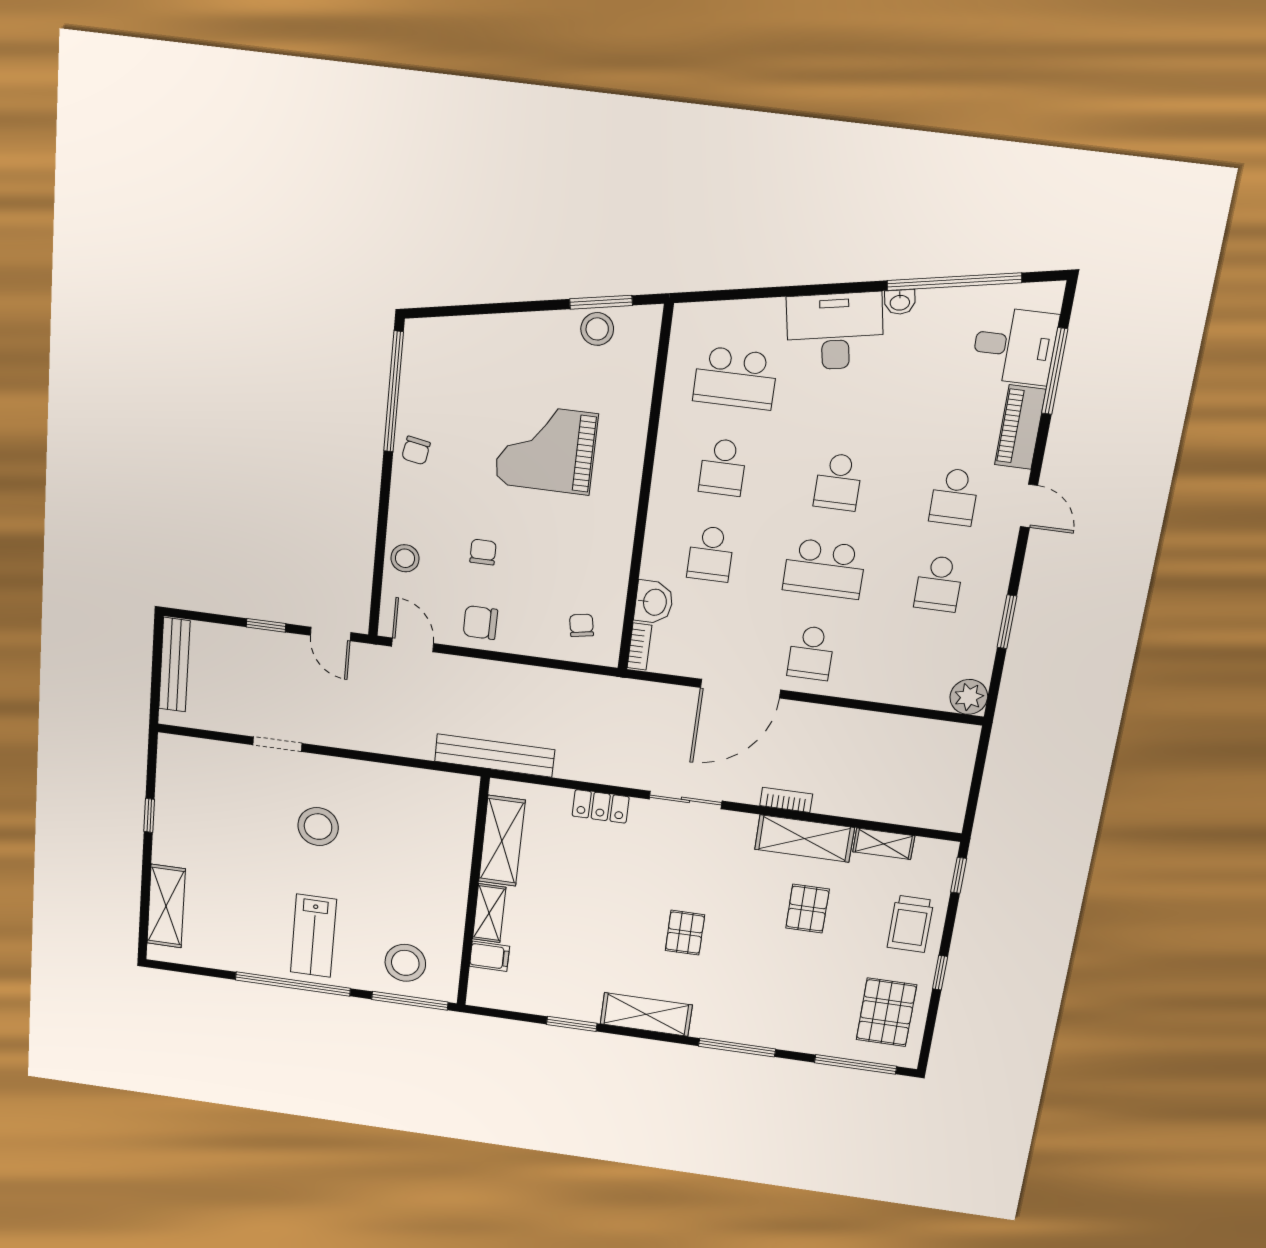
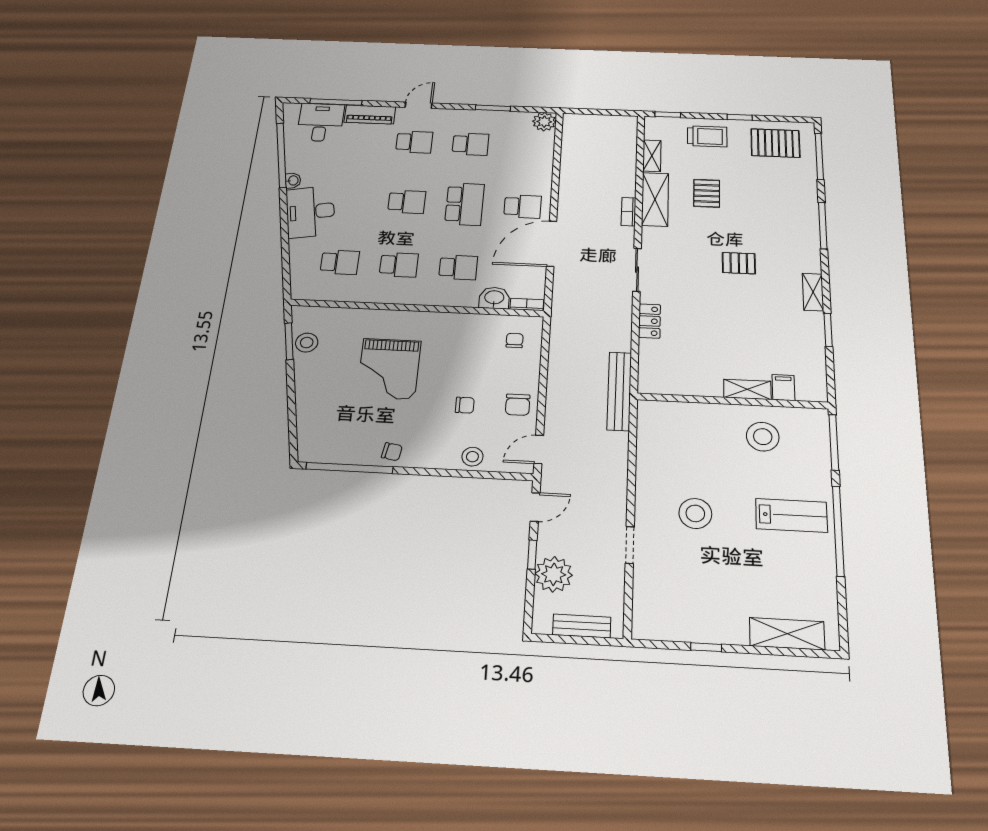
school desk: (735, 378) -> (340, 262), width x0.54
chair: (483, 552) -> (465, 405), turned 180
chair: (581, 625) -> (515, 340), turned 100
plant: (240, 649) -> (554, 574), added
bench: (174, 665) -> (582, 626), width x0.73
door: (740, 689) -> (552, 244), swing flipped
shelving: (502, 841) -> (687, 383), removed
pallet: (807, 909) -> (707, 193), turned 90
stool: (405, 963) -> (763, 437), moved
shelving: (646, 1014) -> (813, 292), width x0.67, depth x0.75

